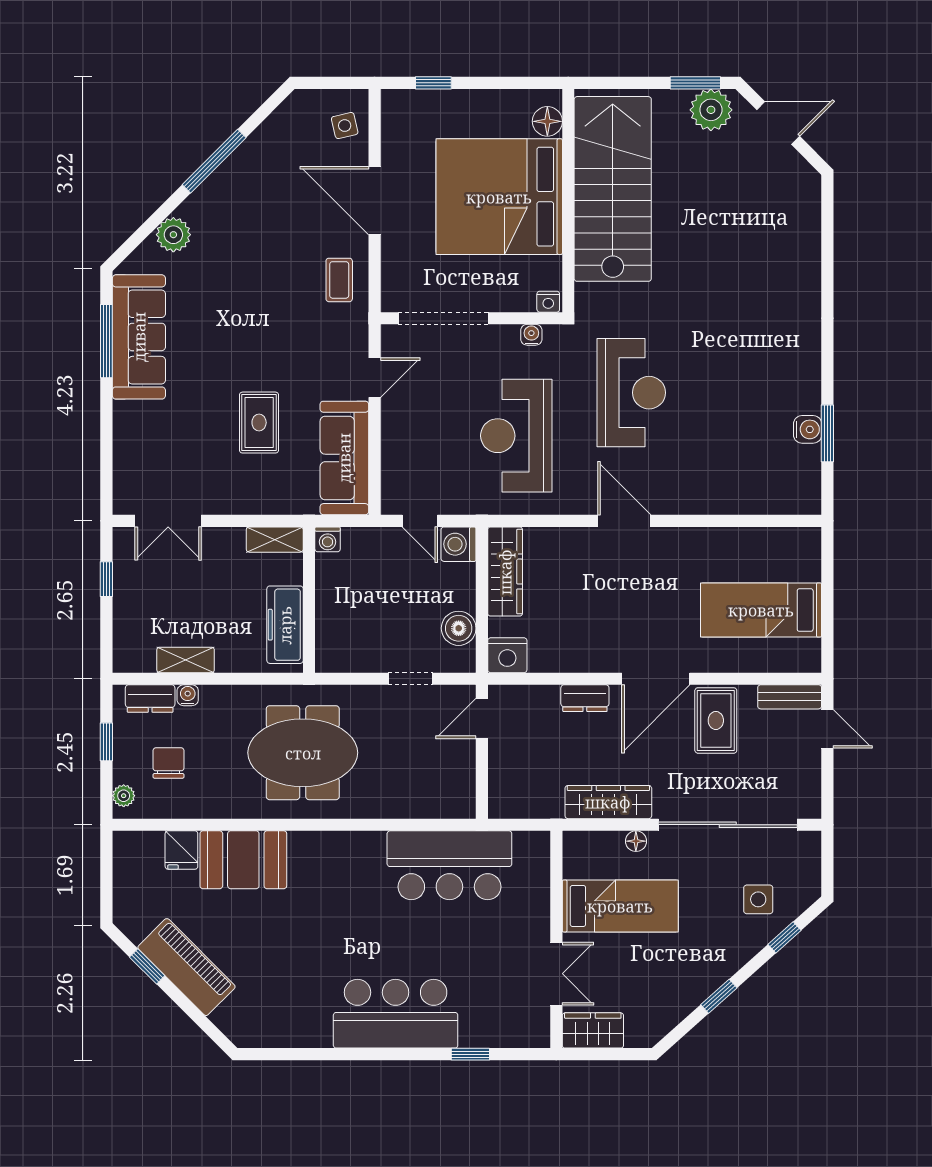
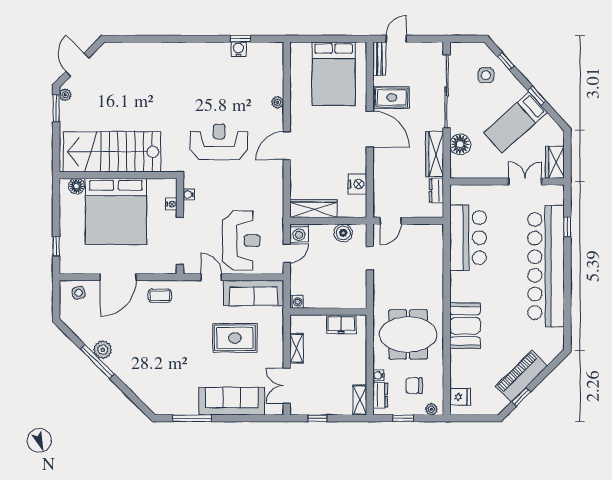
plant: (711, 110) -> (65, 95), width x0.53, depth x0.53
plant: (173, 235) -> (103, 350), moved
nightstand: (548, 302) -> (171, 204), moved
sofa: (139, 337) -> (232, 401), moved
rug: (259, 423) -> (235, 338), width x1.36, depth x1.43
window: (827, 433) -> (241, 39), width x0.67
reception desk: (516, 436) -> (241, 241), moved, turned -90
plant: (707, 503) -> (278, 102), added
double door: (168, 521) -> (287, 386), swing flipped
shelving: (275, 540) -> (297, 348), moved
bed: (761, 610) -> (334, 74), width x1.50
freezer: (285, 625) -> (341, 324), width x0.71
nightstand: (507, 655) -> (357, 184), moved
shelving: (186, 660) -> (360, 400), moved
dresser: (585, 698) -> (436, 191), moved, turned 180
door: (482, 719) -> (391, 221), hinge flipped
meeting table: (303, 753) -> (408, 334), moved, turned 90
floor lamp: (636, 841) -> (460, 144), width x1.89, depth x1.89
fridge: (181, 850) -> (460, 397), moved
booth: (243, 860) -> (465, 326), moved
bed: (620, 906) -> (516, 122), moved, turned -132
bar counter: (396, 1014) -> (546, 266), width x1.86

